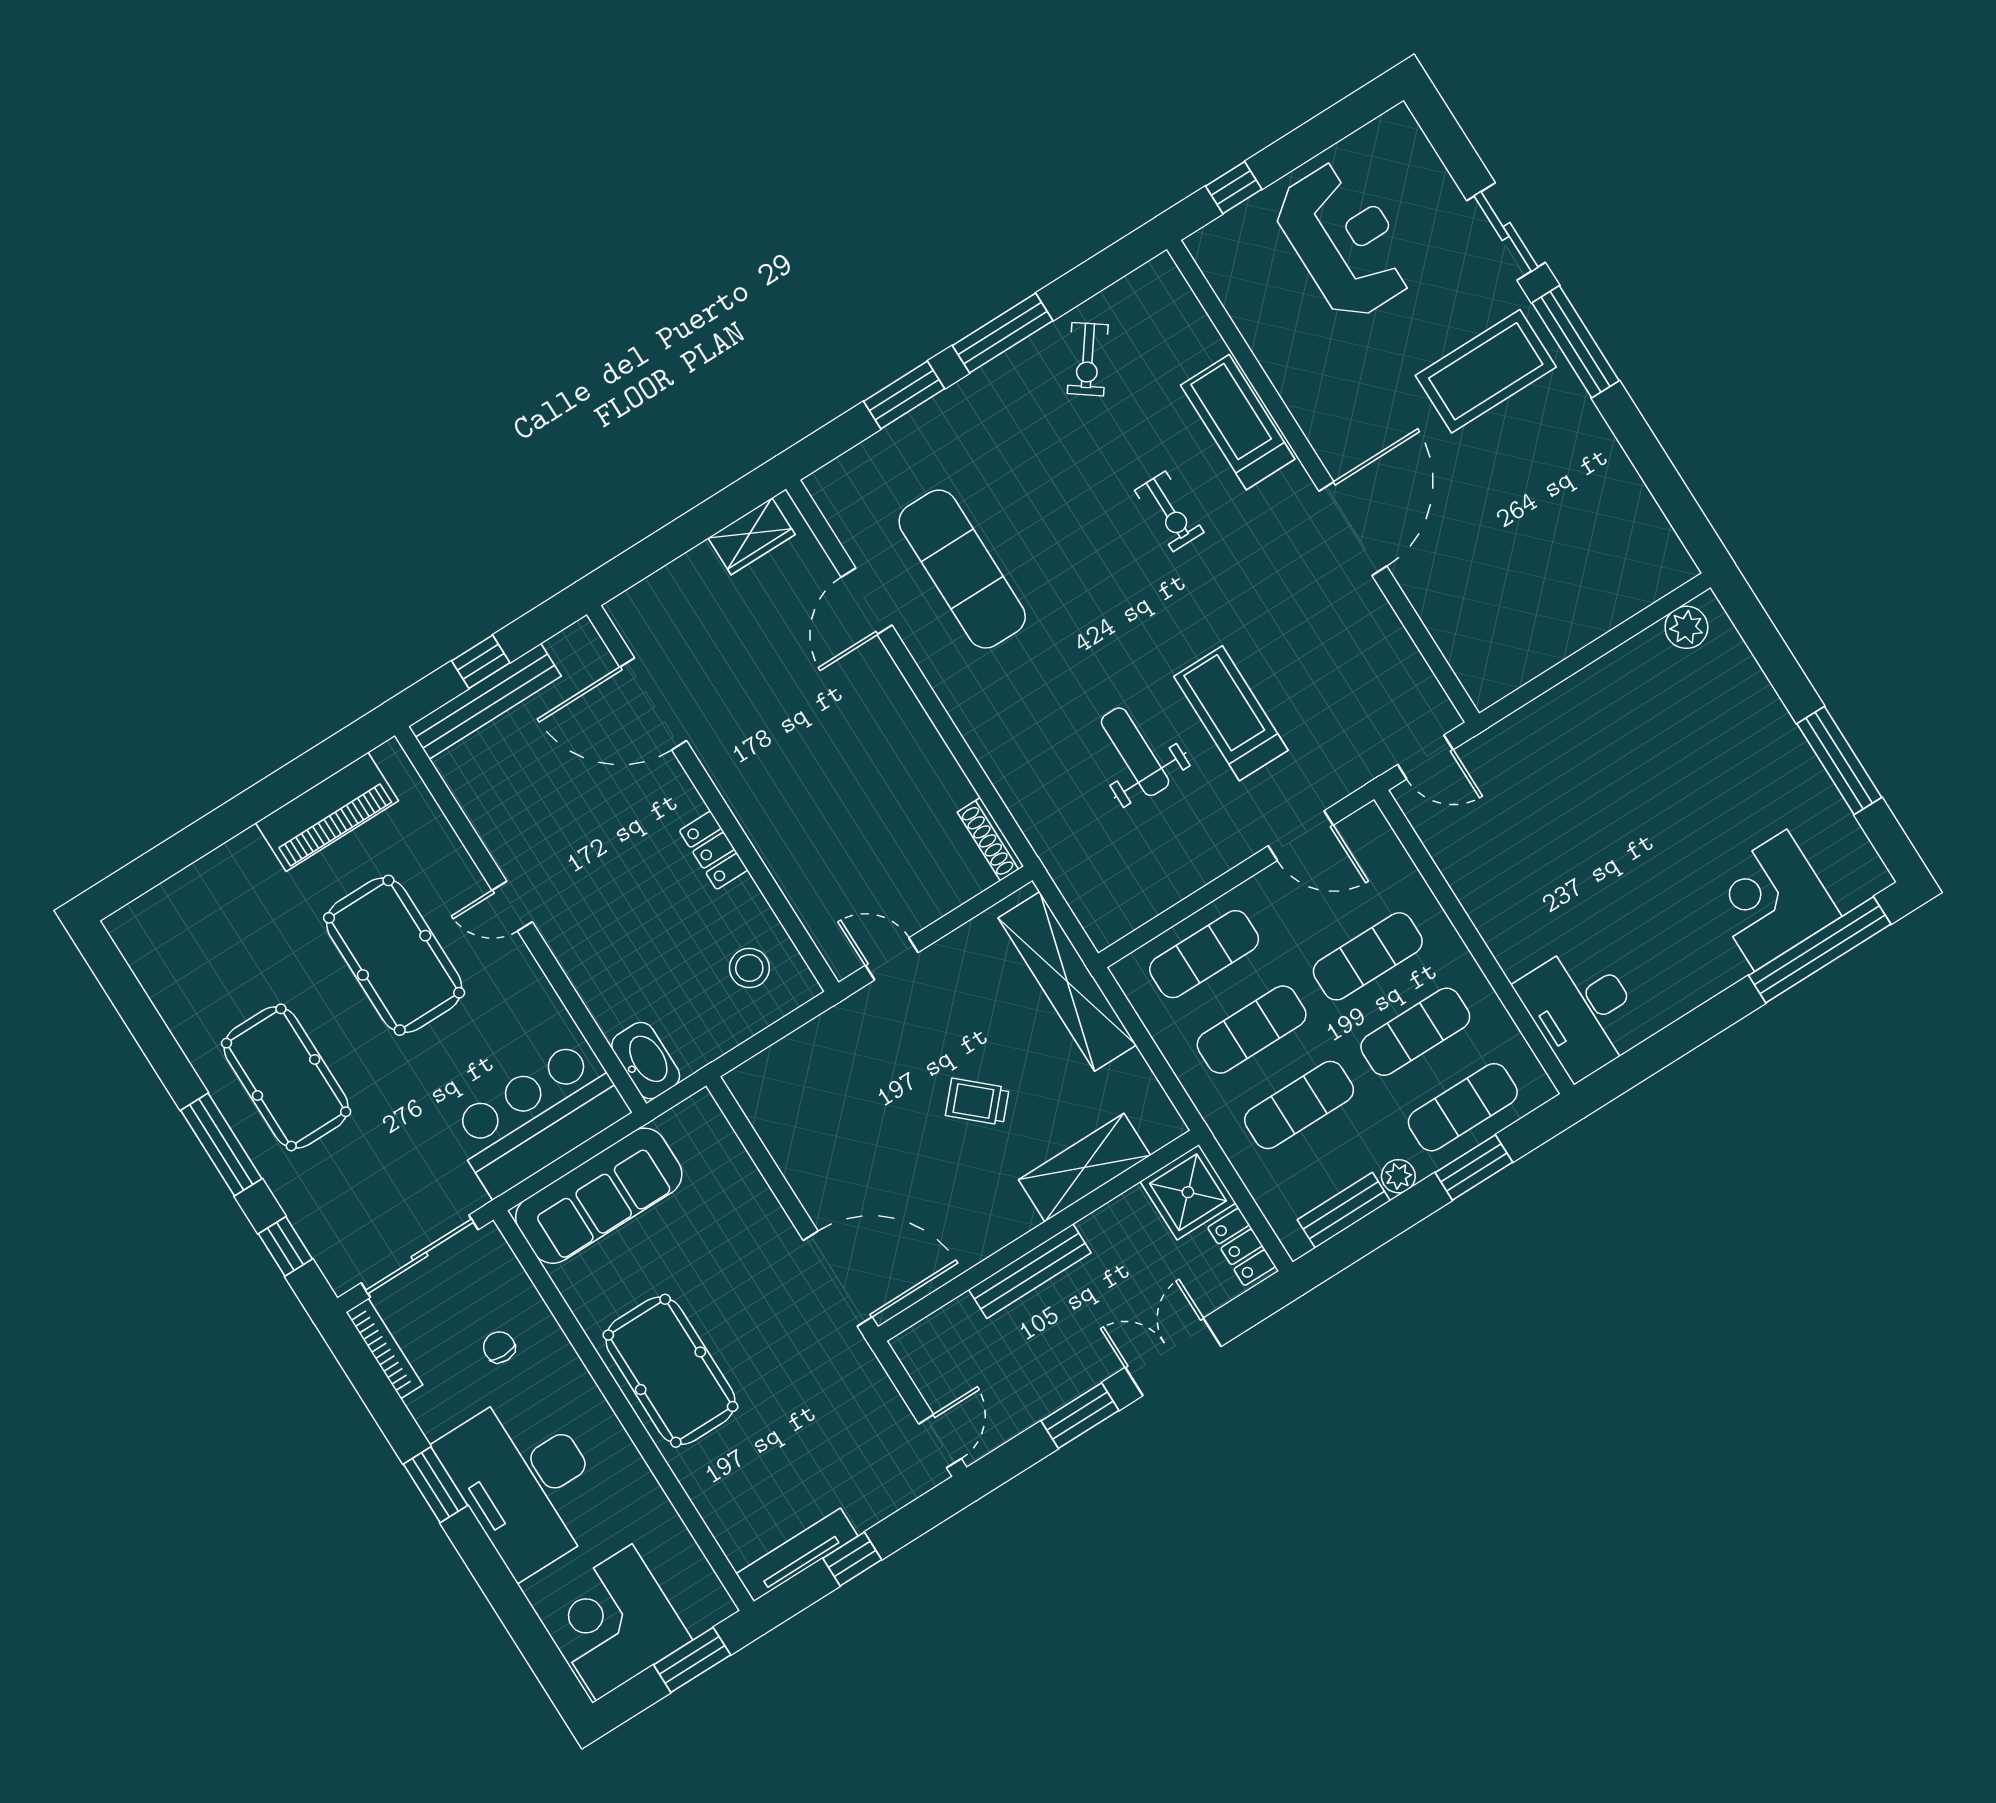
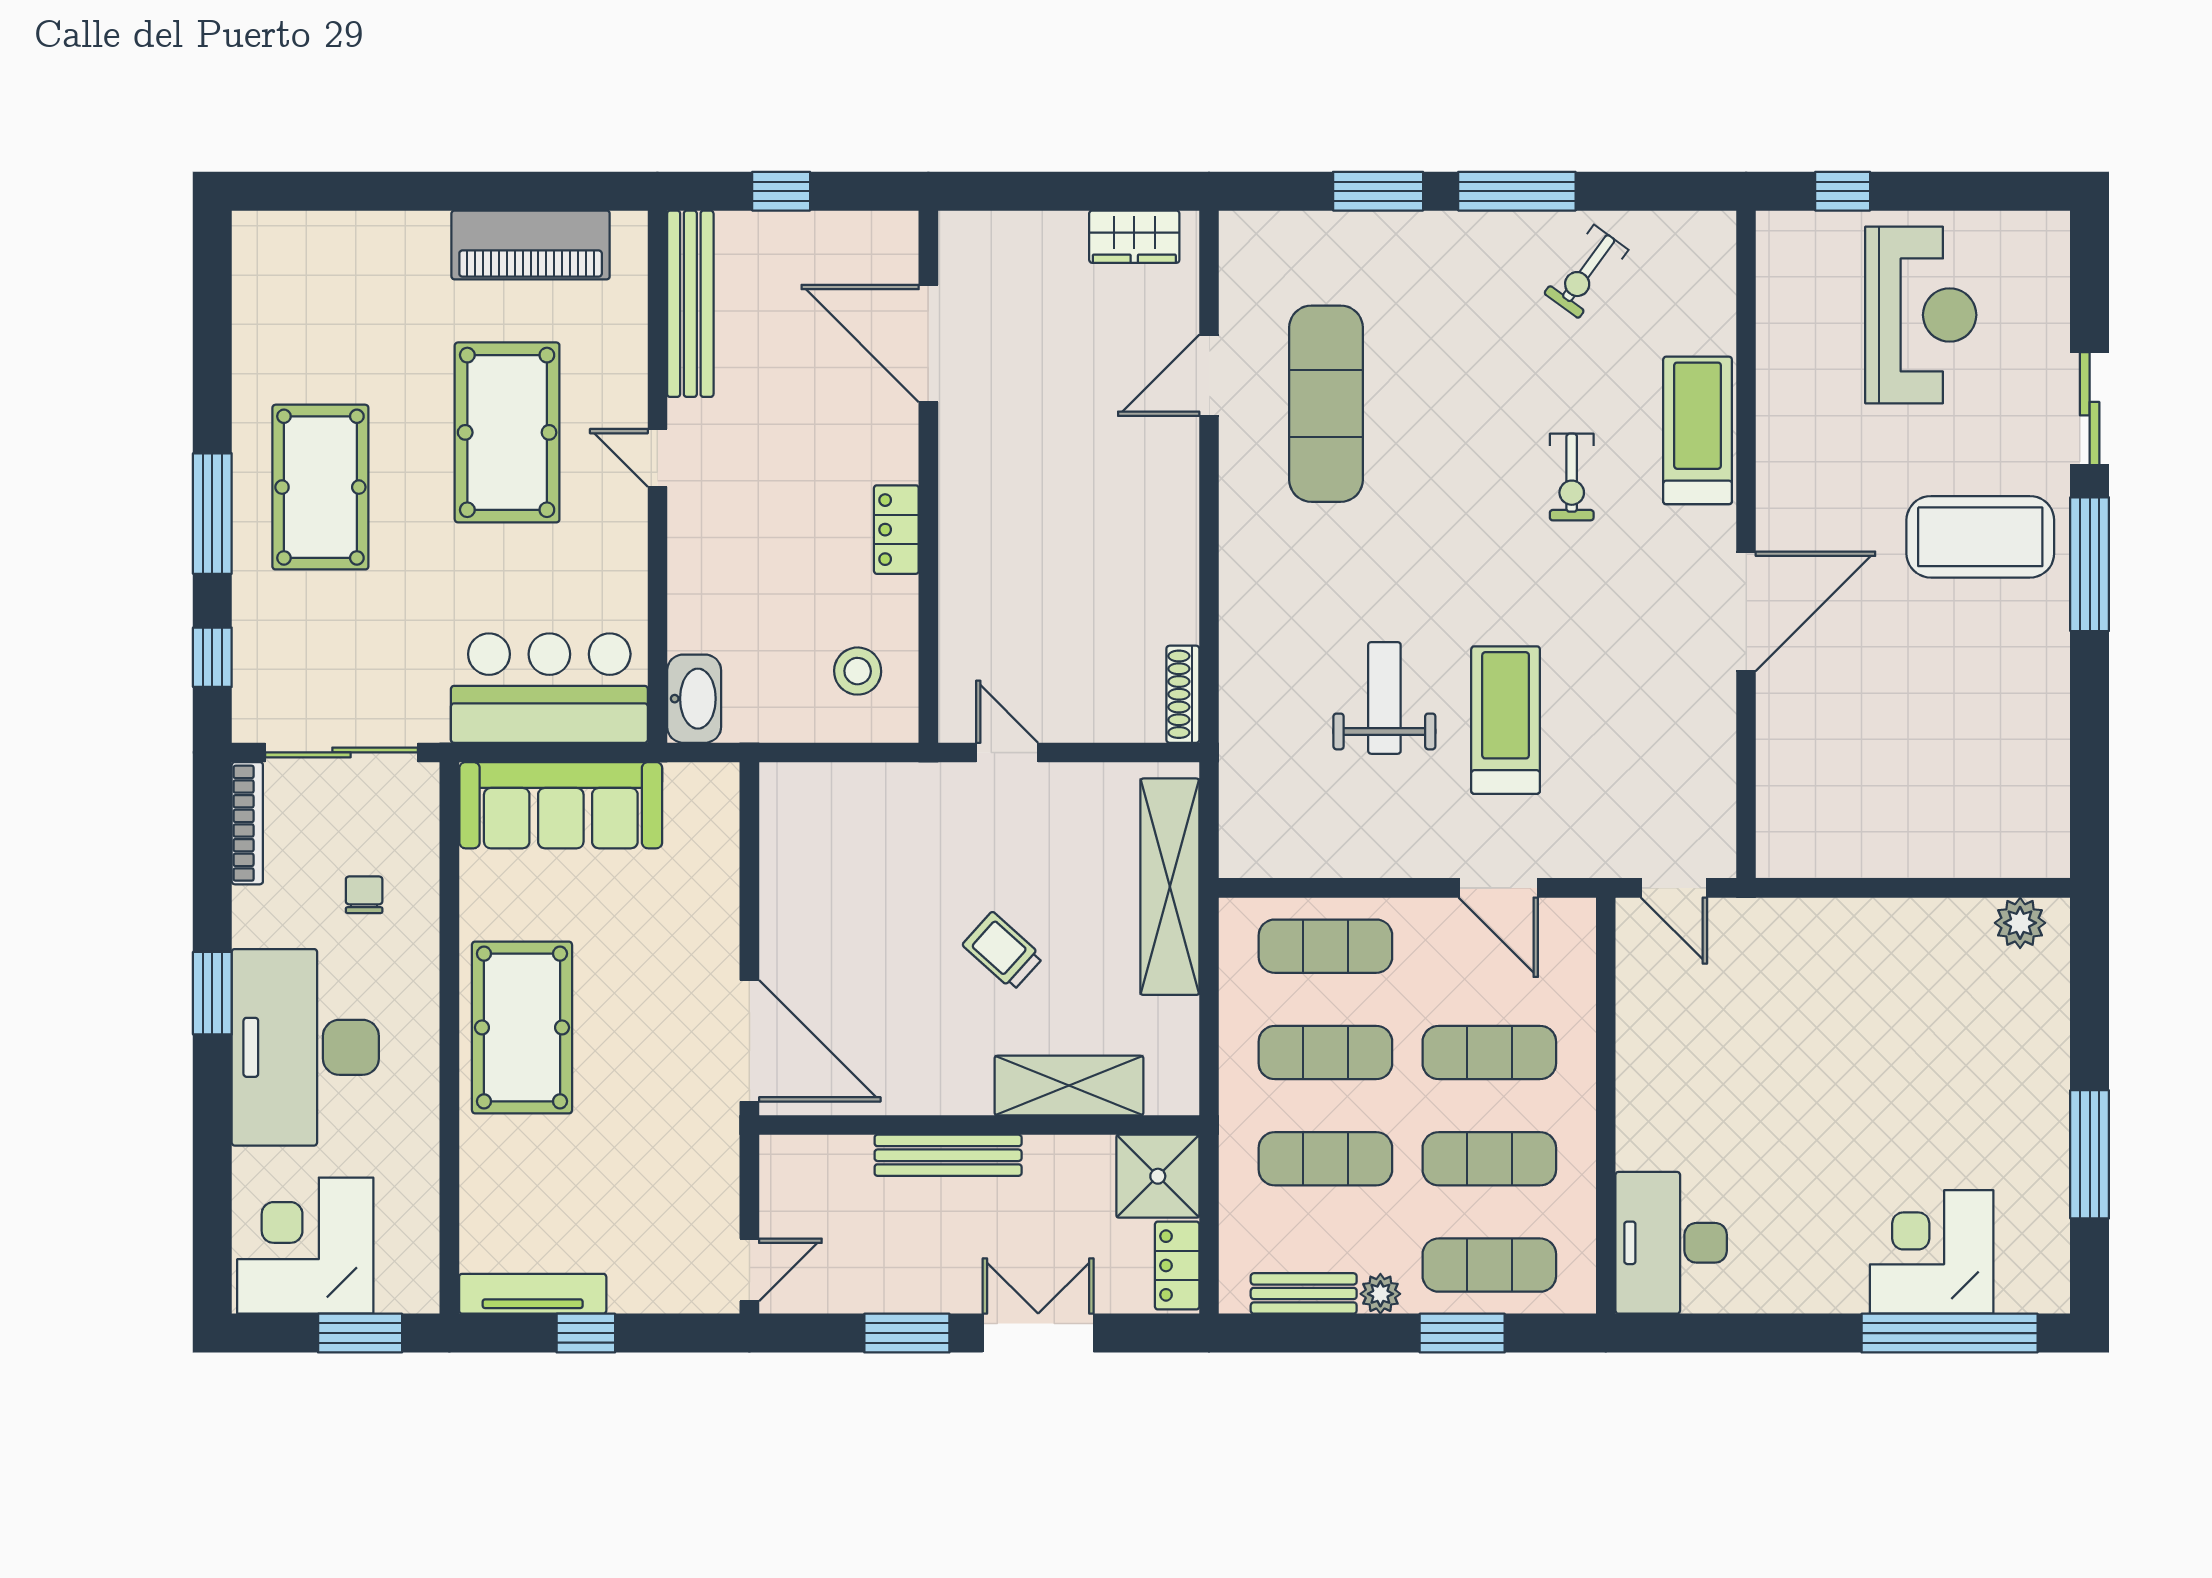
bench: (485, 701) -> (690, 304), moved, turned 90

